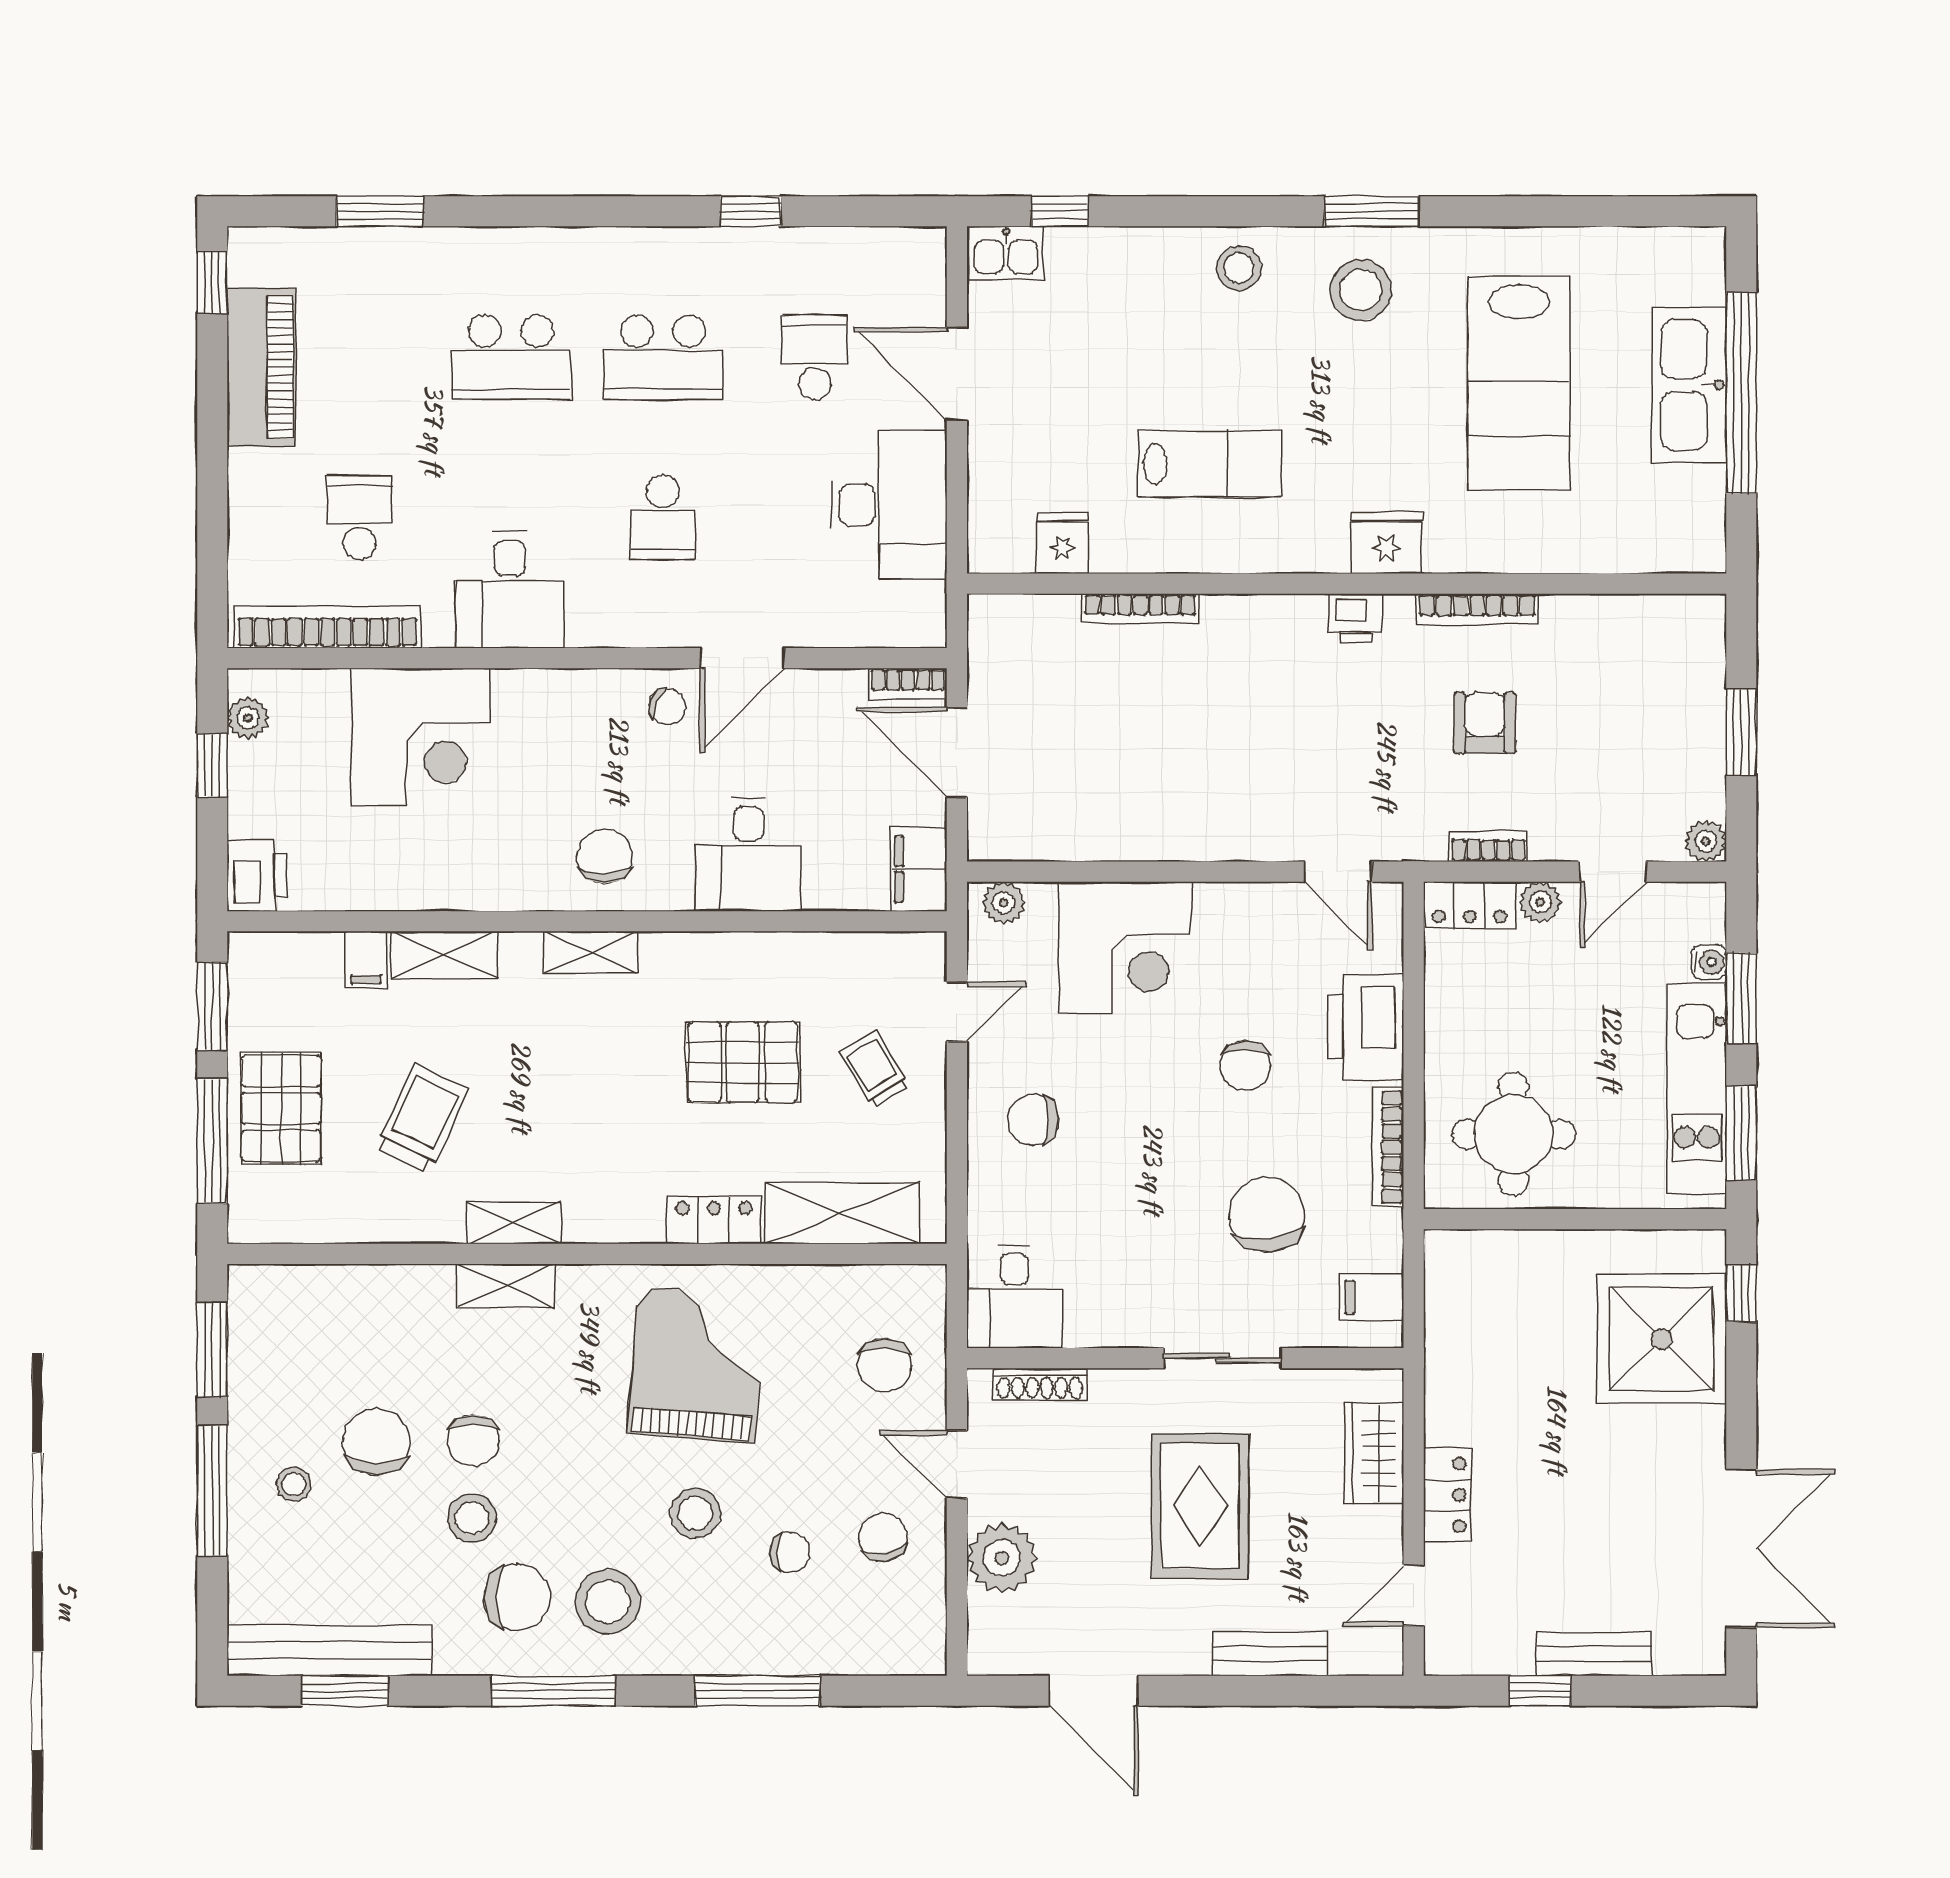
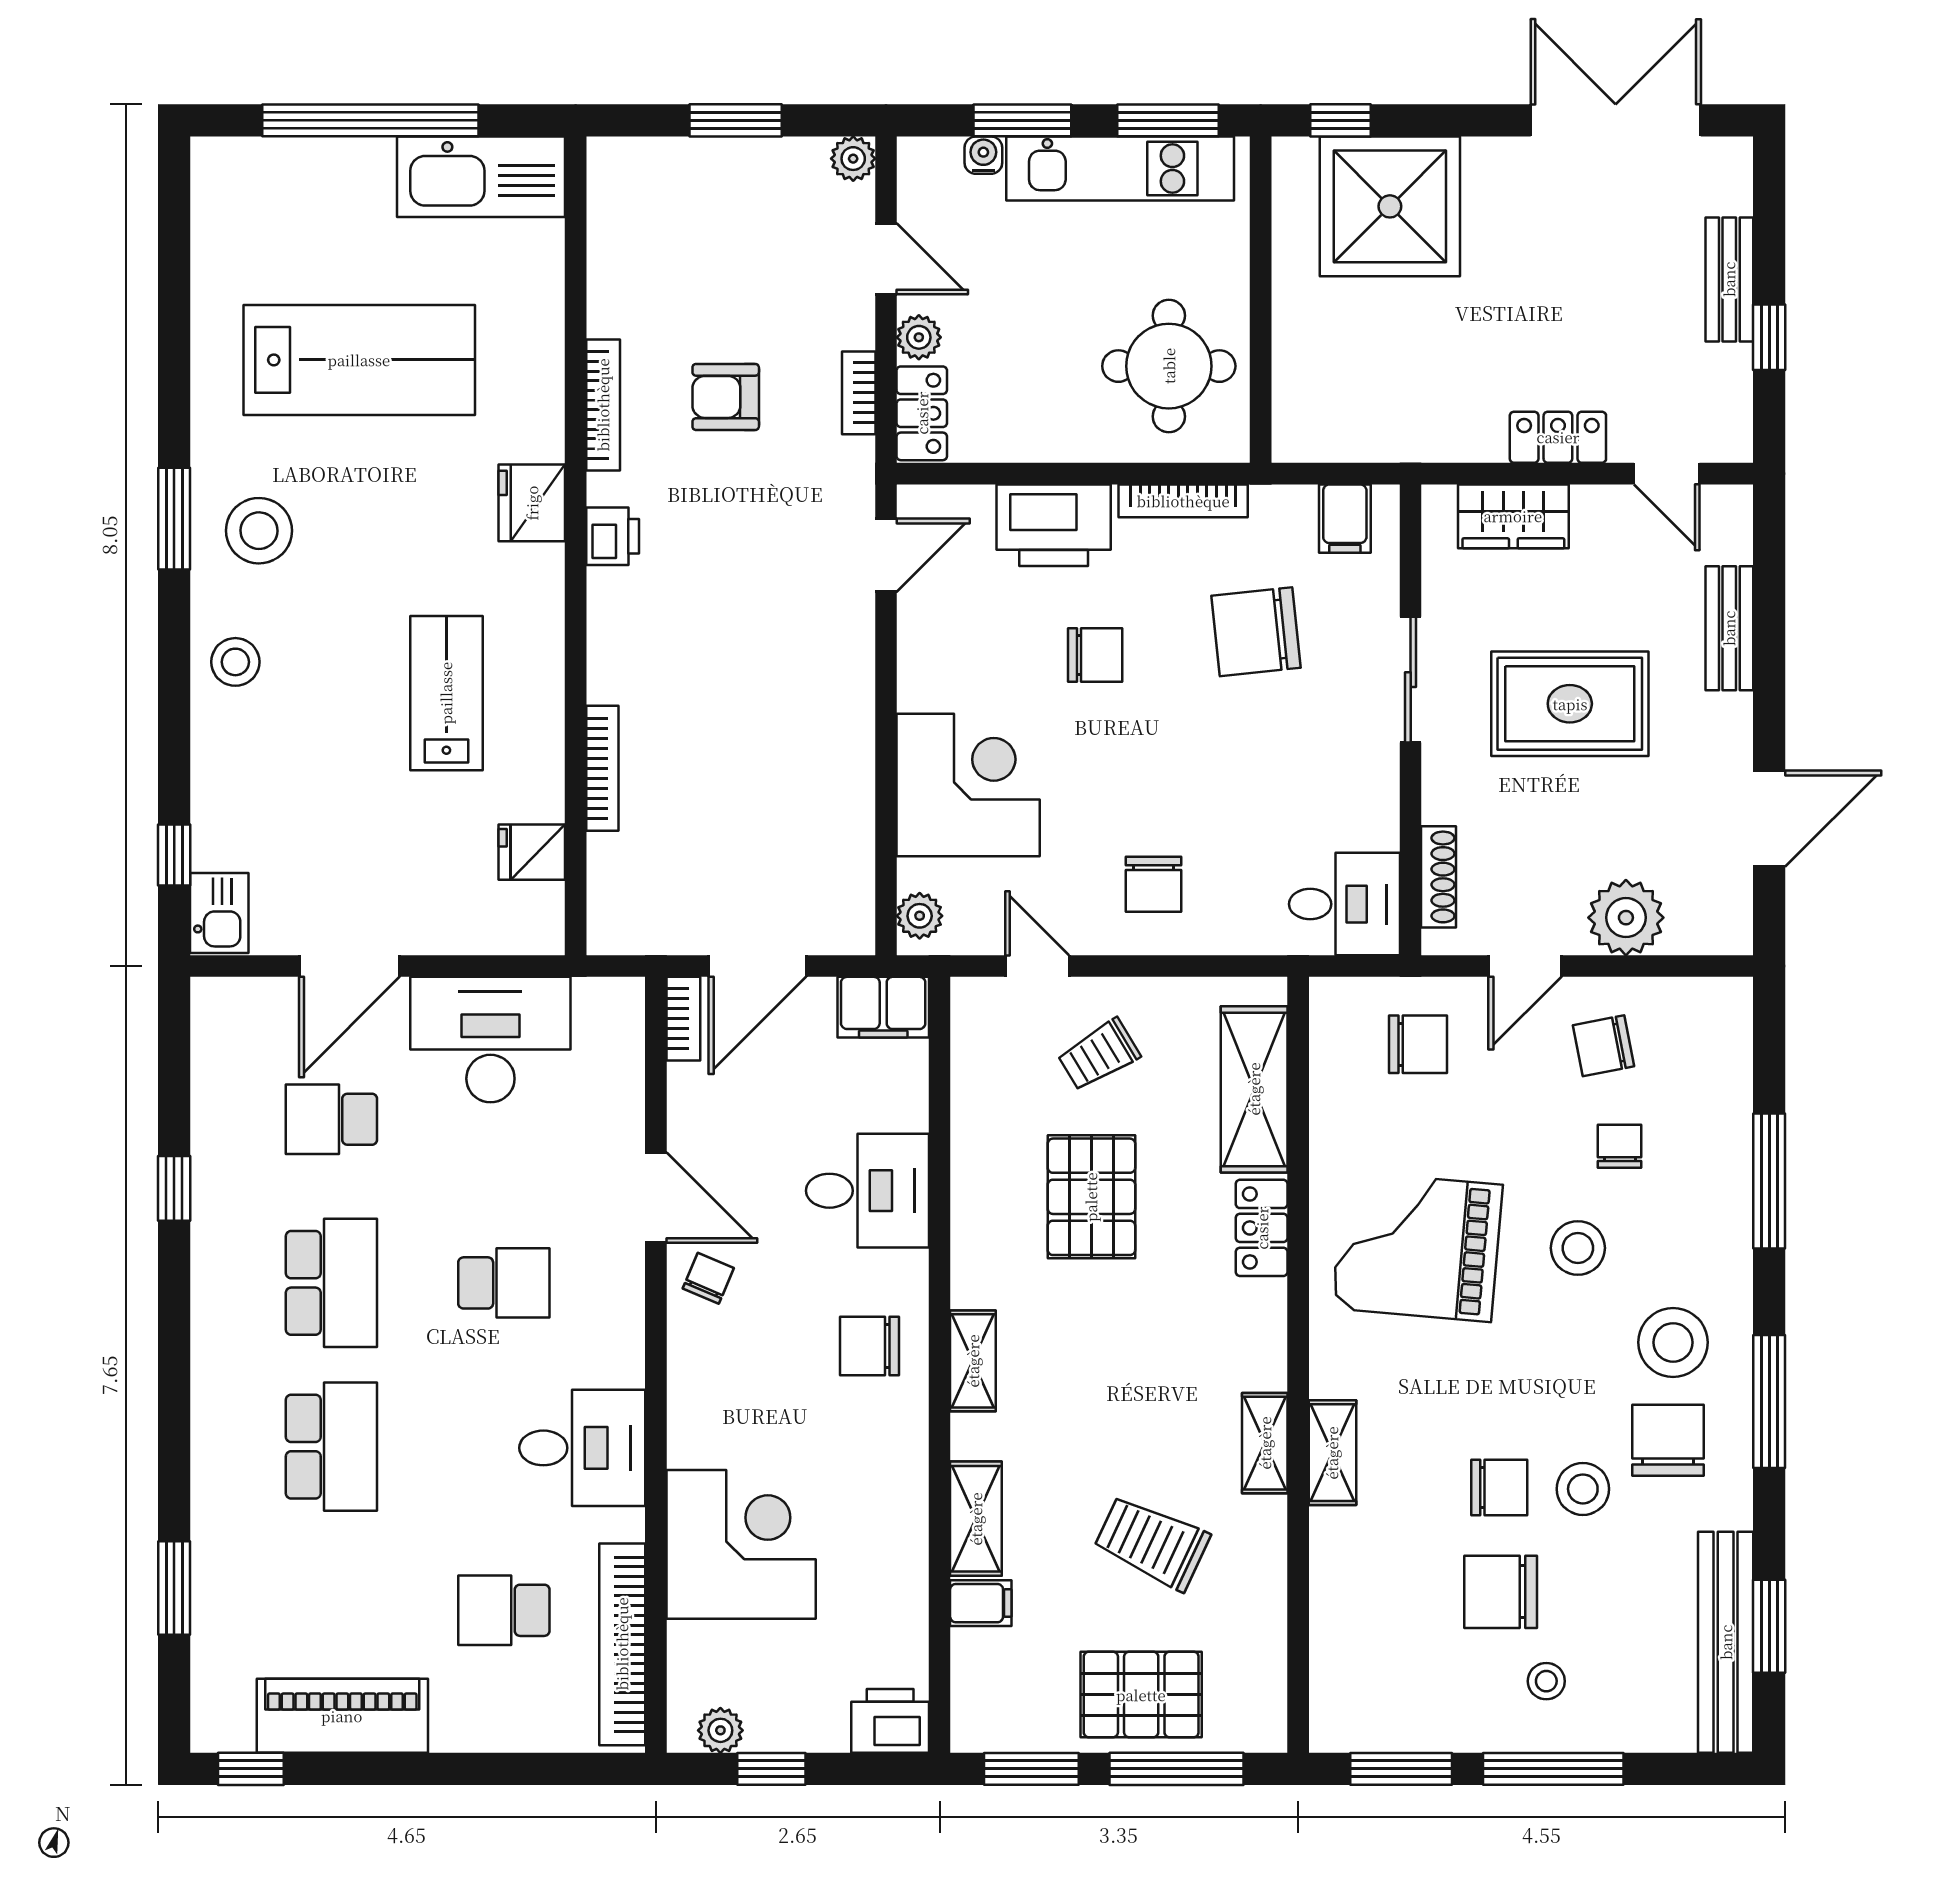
kitchen sink: (1689, 385) -> (481, 177), moved

